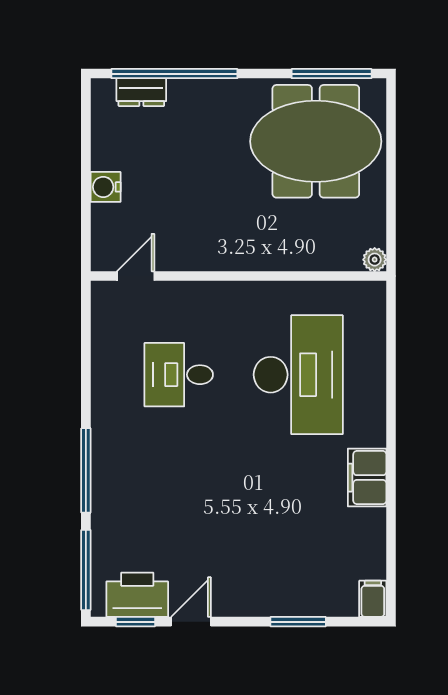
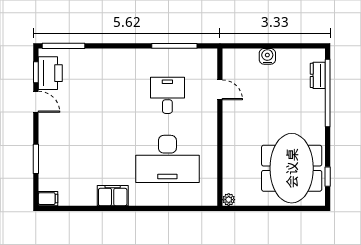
window: (332, 74) -> (328, 177), width x0.46
door: (136, 276) -> (220, 90), moved
window: (86, 470) -> (174, 46), moved

